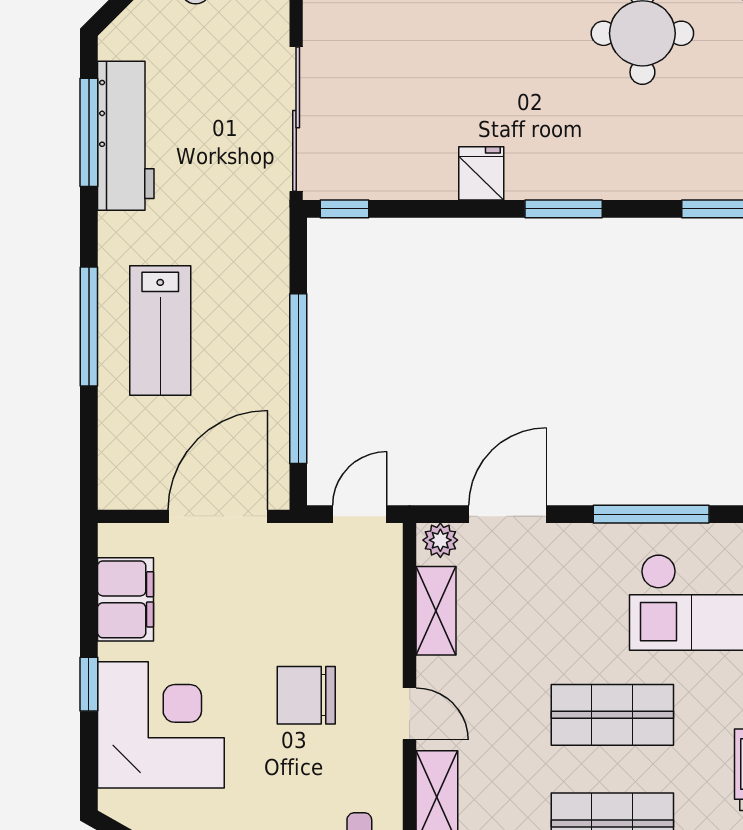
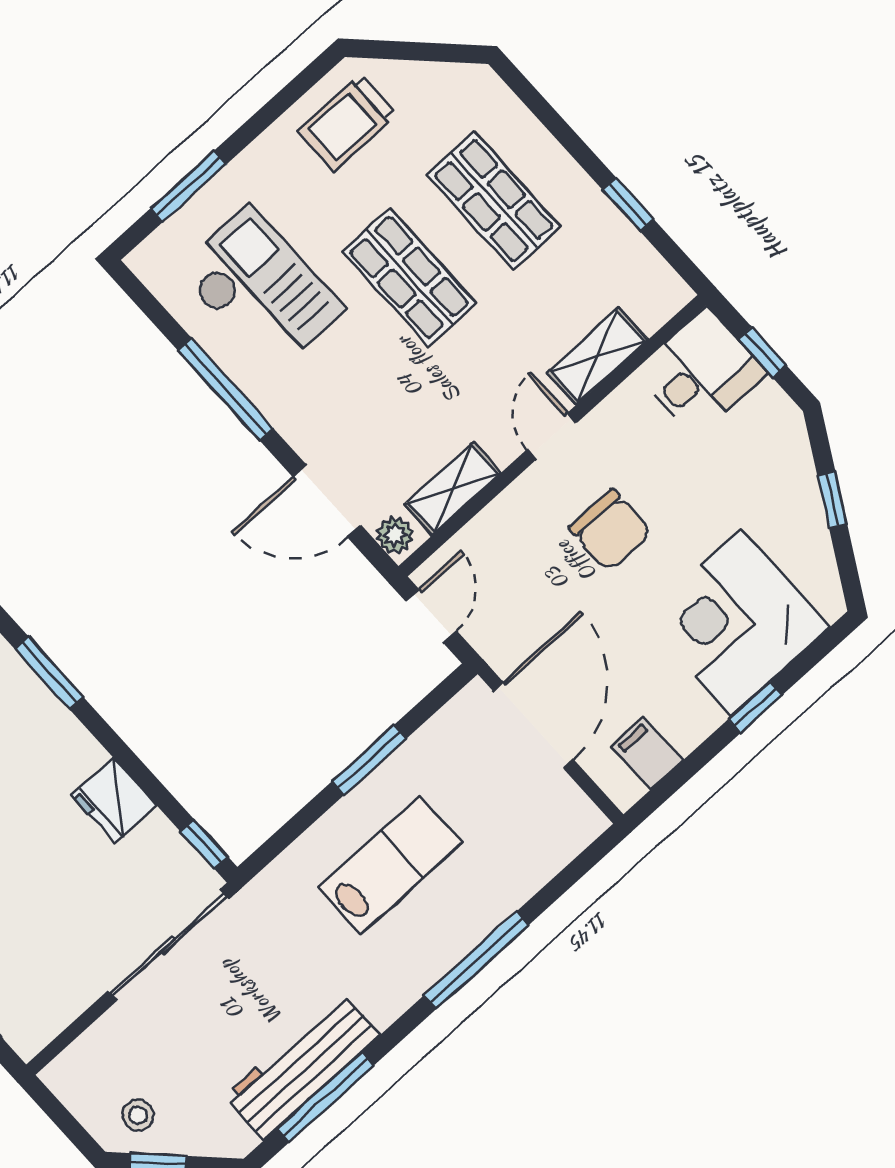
fridge: (481, 173) -> (114, 800), moved, width x1.38
lab bench: (160, 330) -> (390, 865), moved
window: (298, 379) -> (369, 760), width x0.47
door: (360, 514) -> (431, 616), swing flipped
door: (218, 516) -> (533, 725), swing flipped
filing cabinet: (126, 599) -> (647, 753), width x0.50

